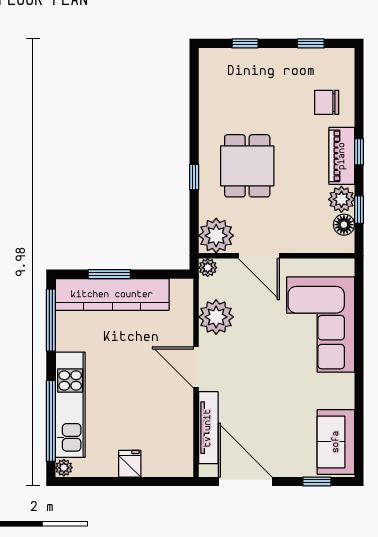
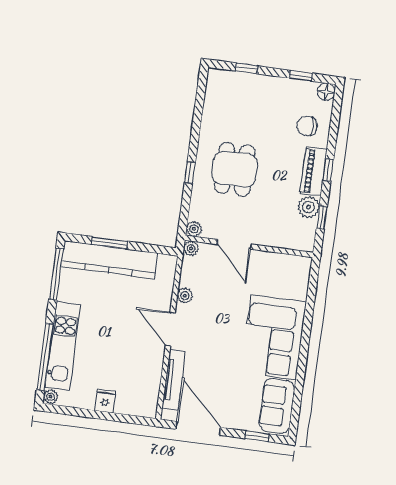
floor lamp: (344, 225) -> (326, 92), moved
plant: (216, 236) -> (194, 229), width x0.53, depth x0.53
plant: (216, 317) -> (185, 296), width x0.53, depth x0.53
corner sofa: (321, 324) -> (273, 337), moved

